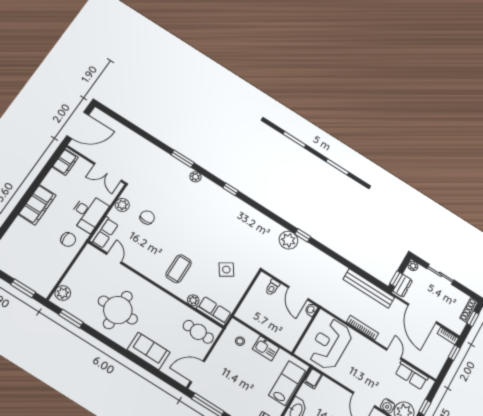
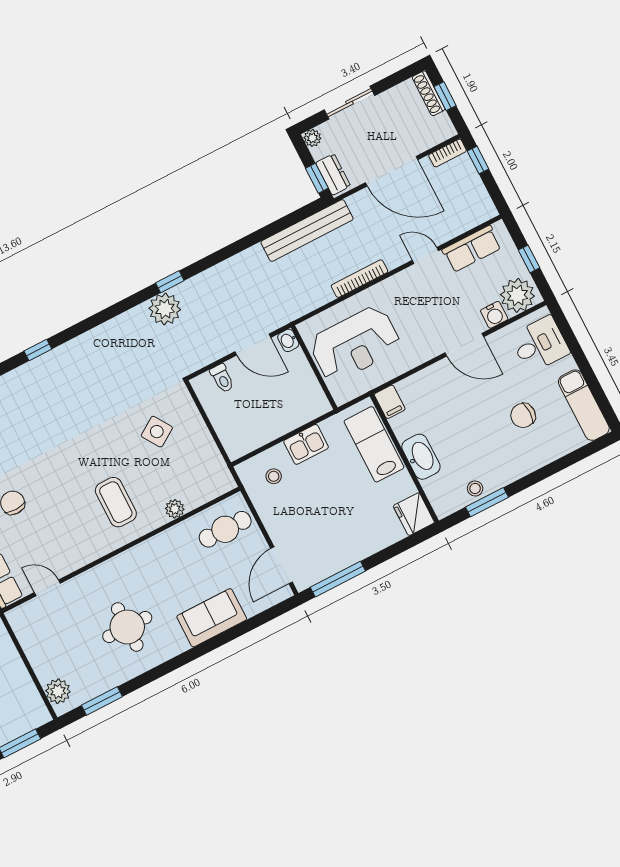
round table: (118, 310) -> (127, 627), width x0.73, depth x0.73
row of seats: (214, 311) -> (208, 488), removed
reception desk: (330, 344) -> (355, 344), turned -90

